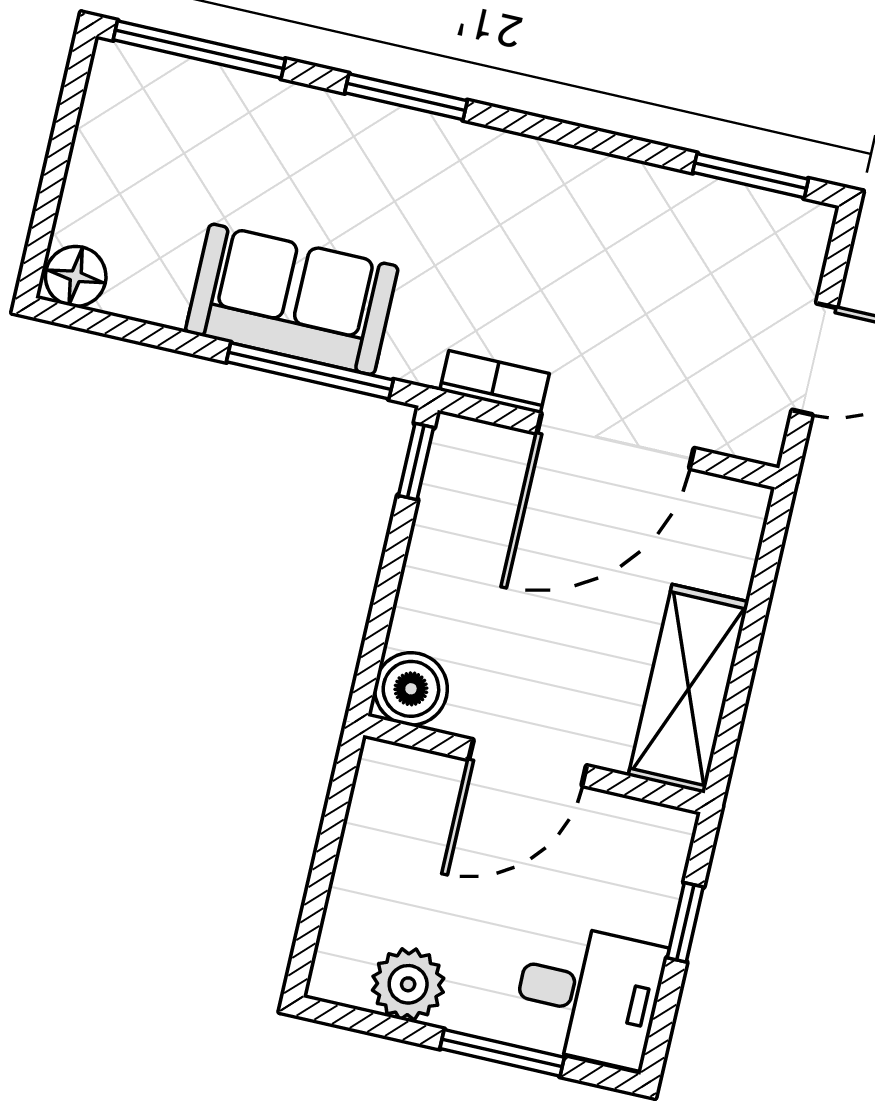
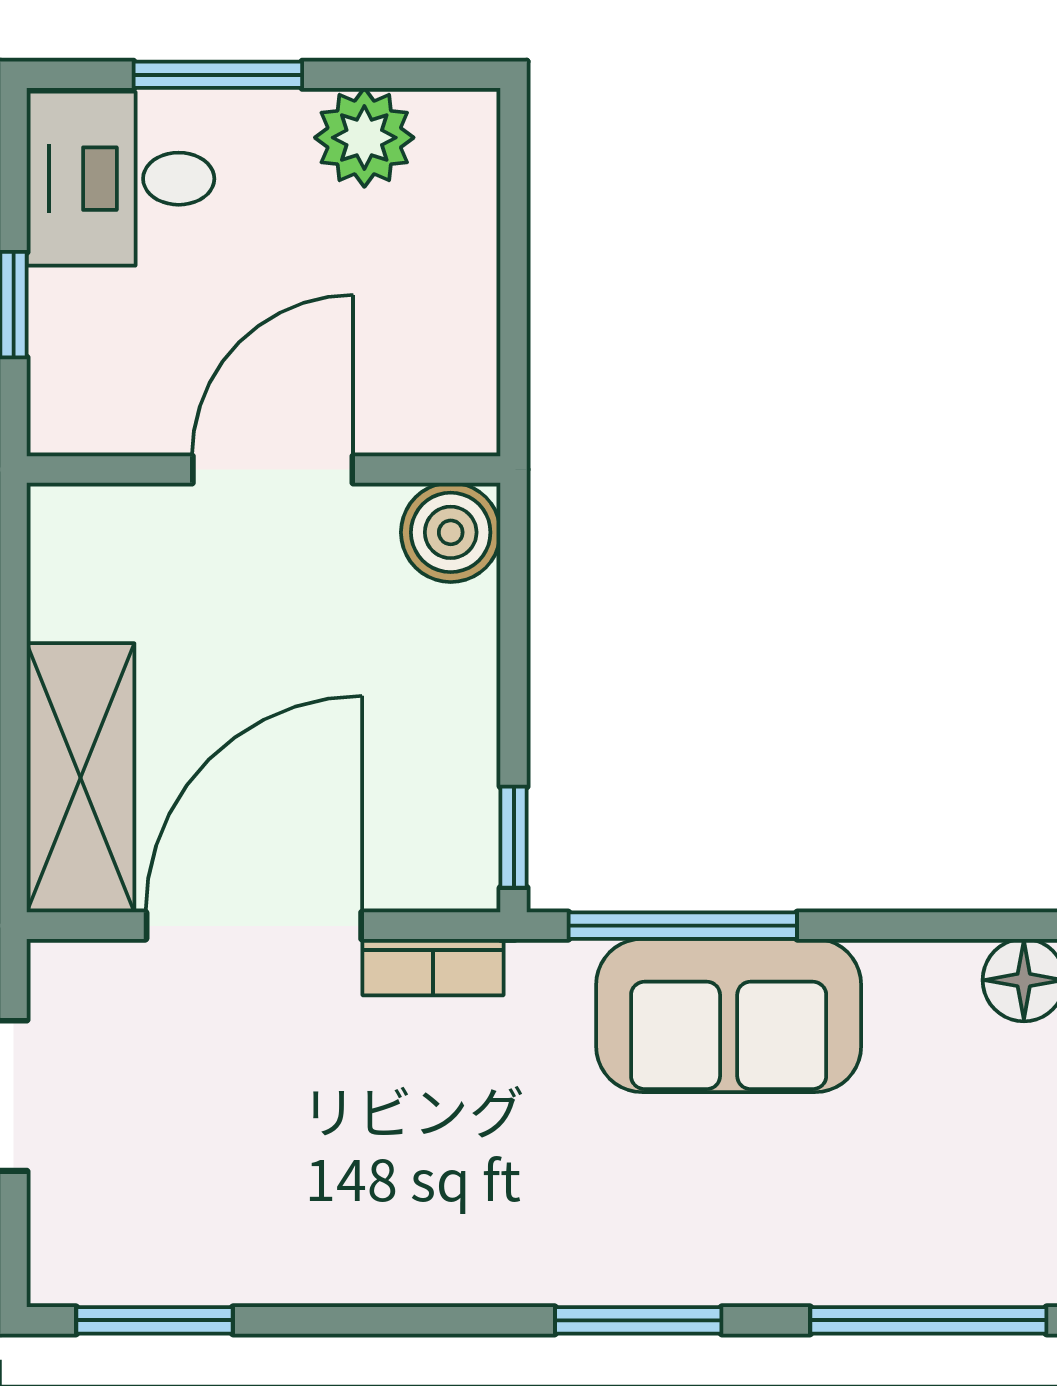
shelving: (689, 689) -> (81, 778), moved

